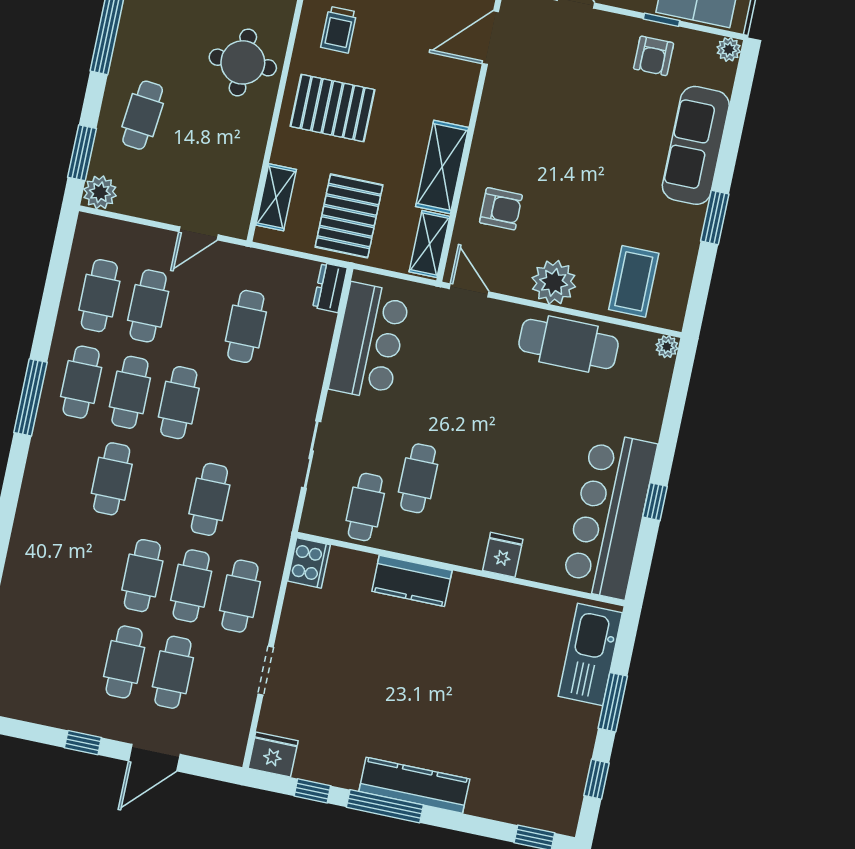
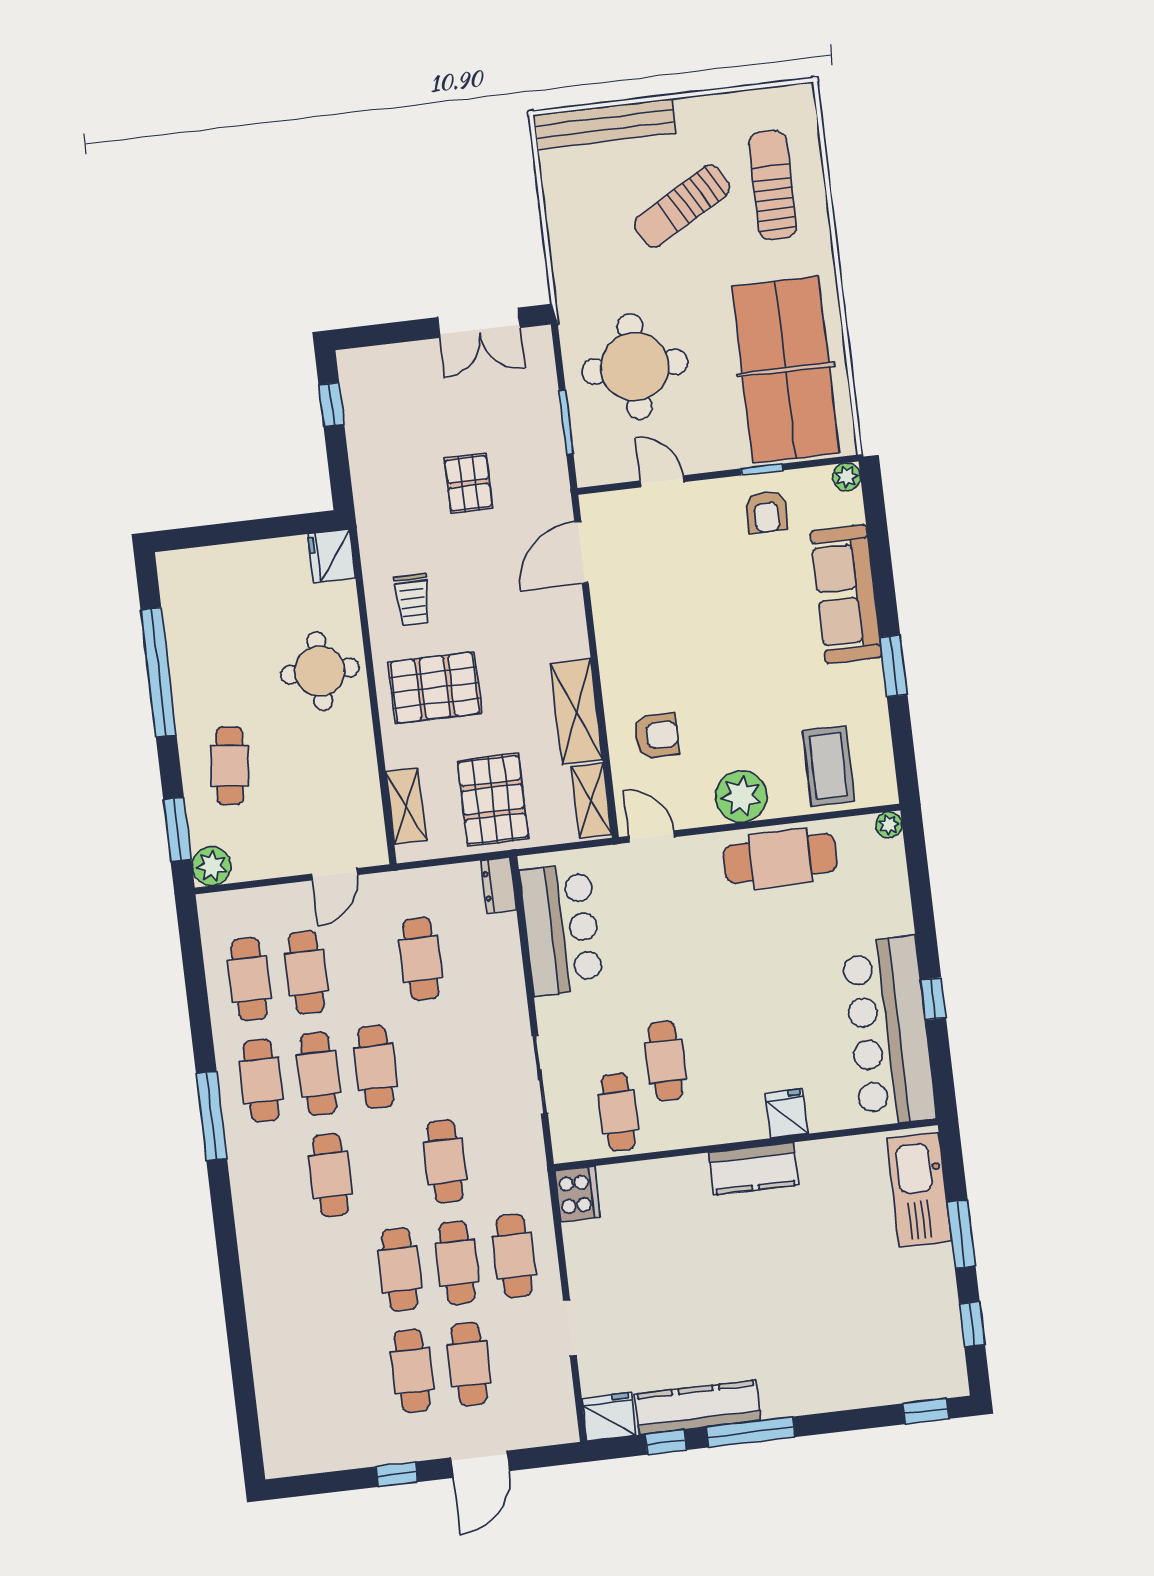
kitchen counter: (412, 581) -> (753, 1169), moved
kitchen counter: (414, 785) -> (698, 1407), moved

